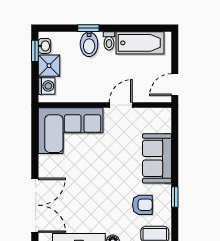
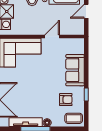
door: (175, 85) -> (86, 11), moved

